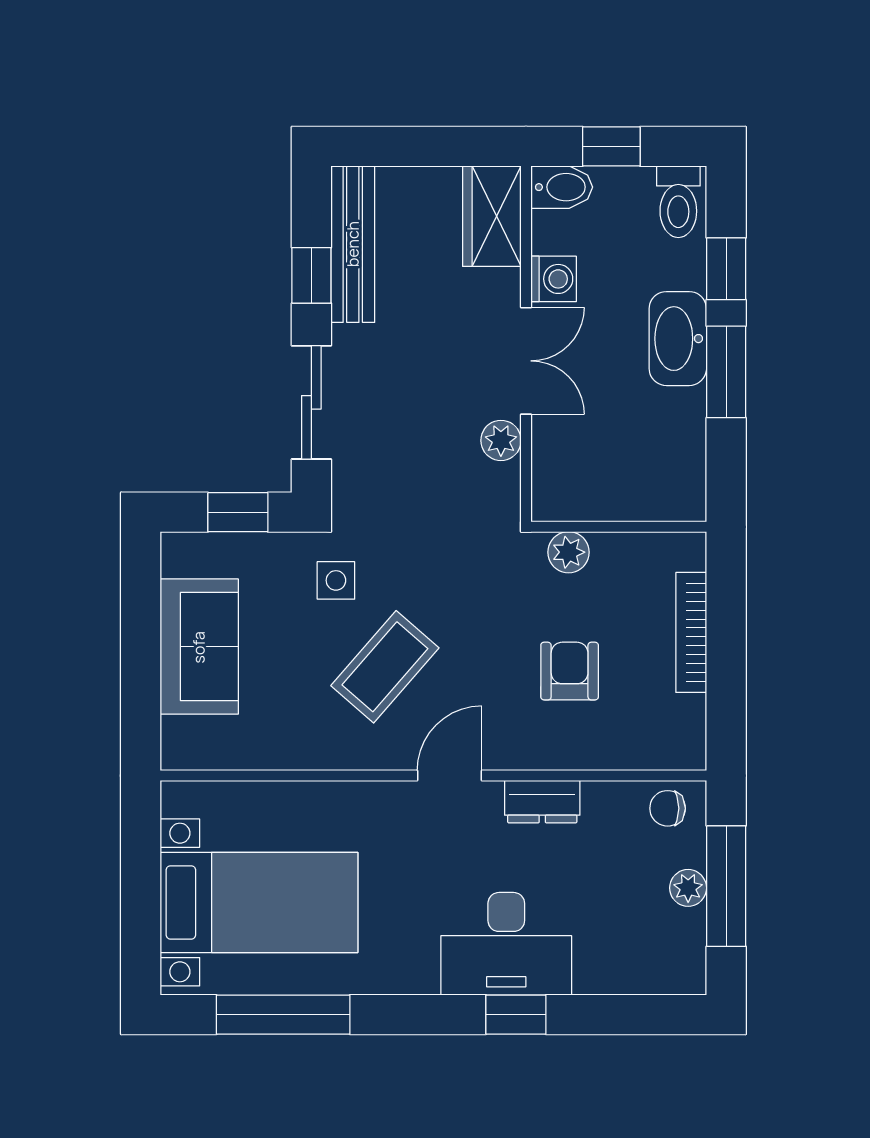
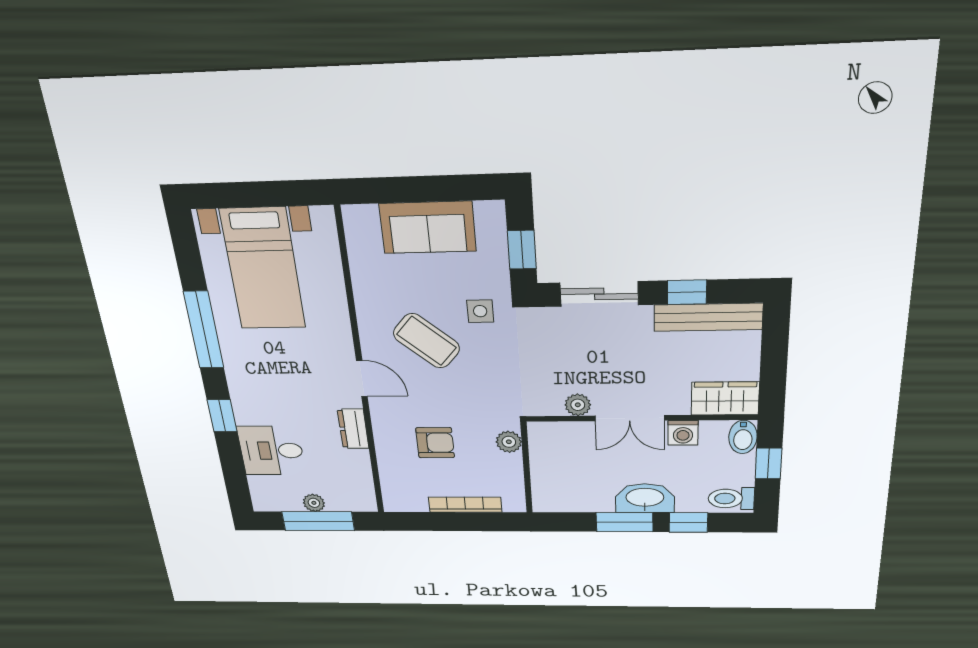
chair: (668, 808) -> (359, 493), removed
desk: (506, 944) -> (271, 451), moved, width x0.73
window: (283, 1015) -> (204, 330), moved

